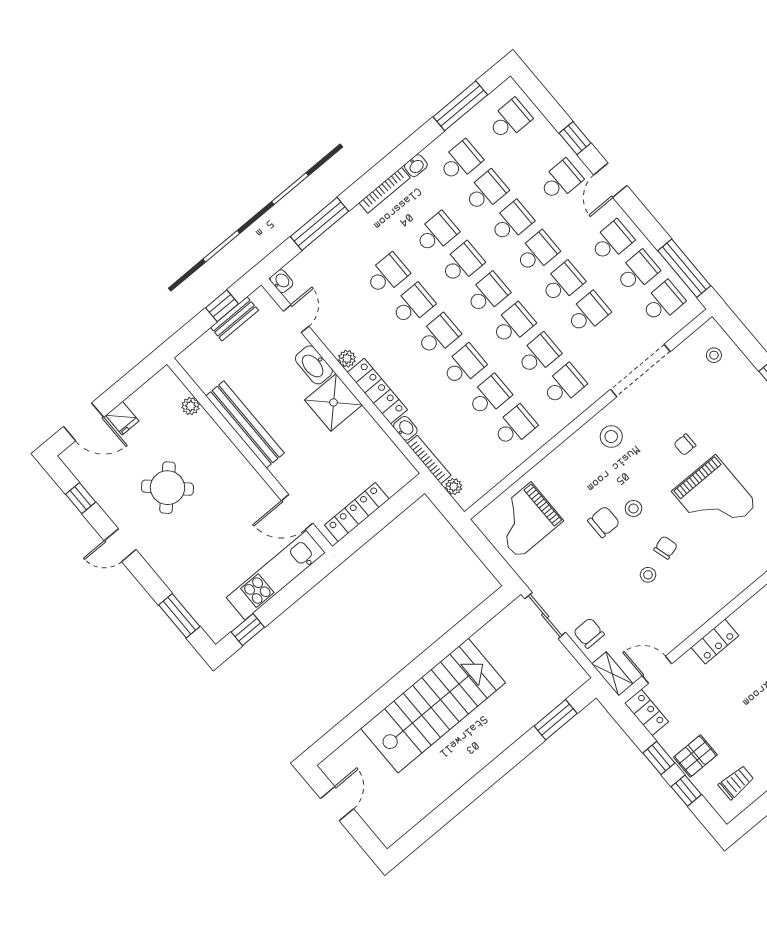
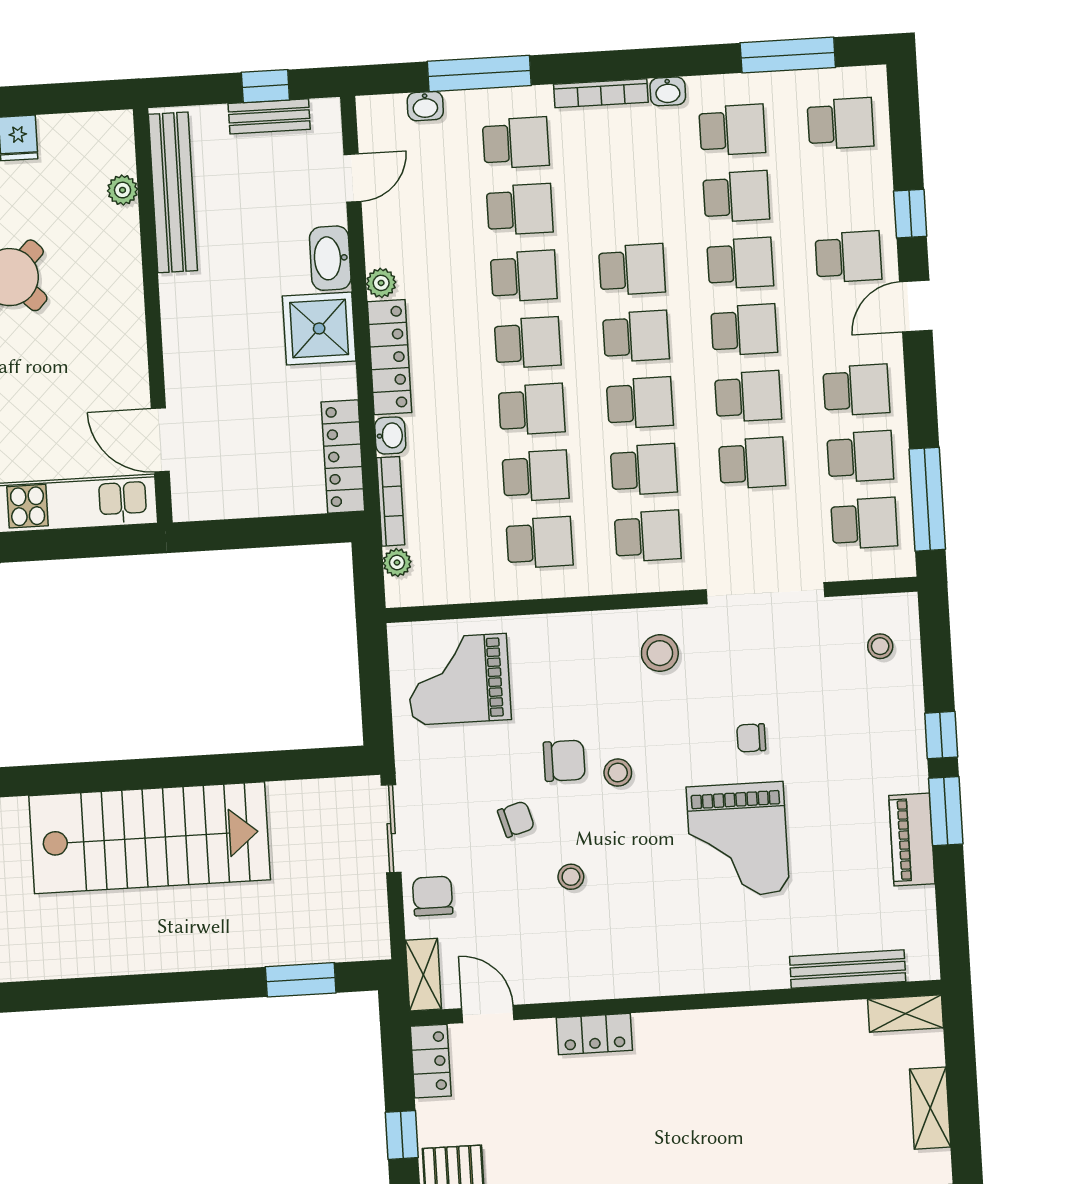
school desk: (436, 233) -> (516, 143), moved
washbasin: (281, 281) -> (425, 106), moved, turned 90
bench: (245, 424) -> (173, 192), moved
locker: (357, 512) -> (343, 456), moved, turned -90
chair: (666, 548) -> (516, 819), moved

